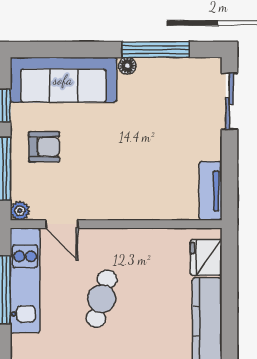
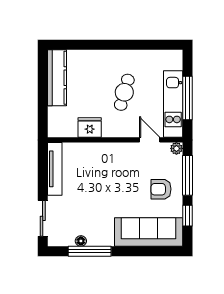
floor lamp: (127, 66) -> (81, 241), moved
tv unit: (211, 191) -> (55, 169), width x1.41
fridge: (206, 257) -> (90, 128), moved, turned -90

